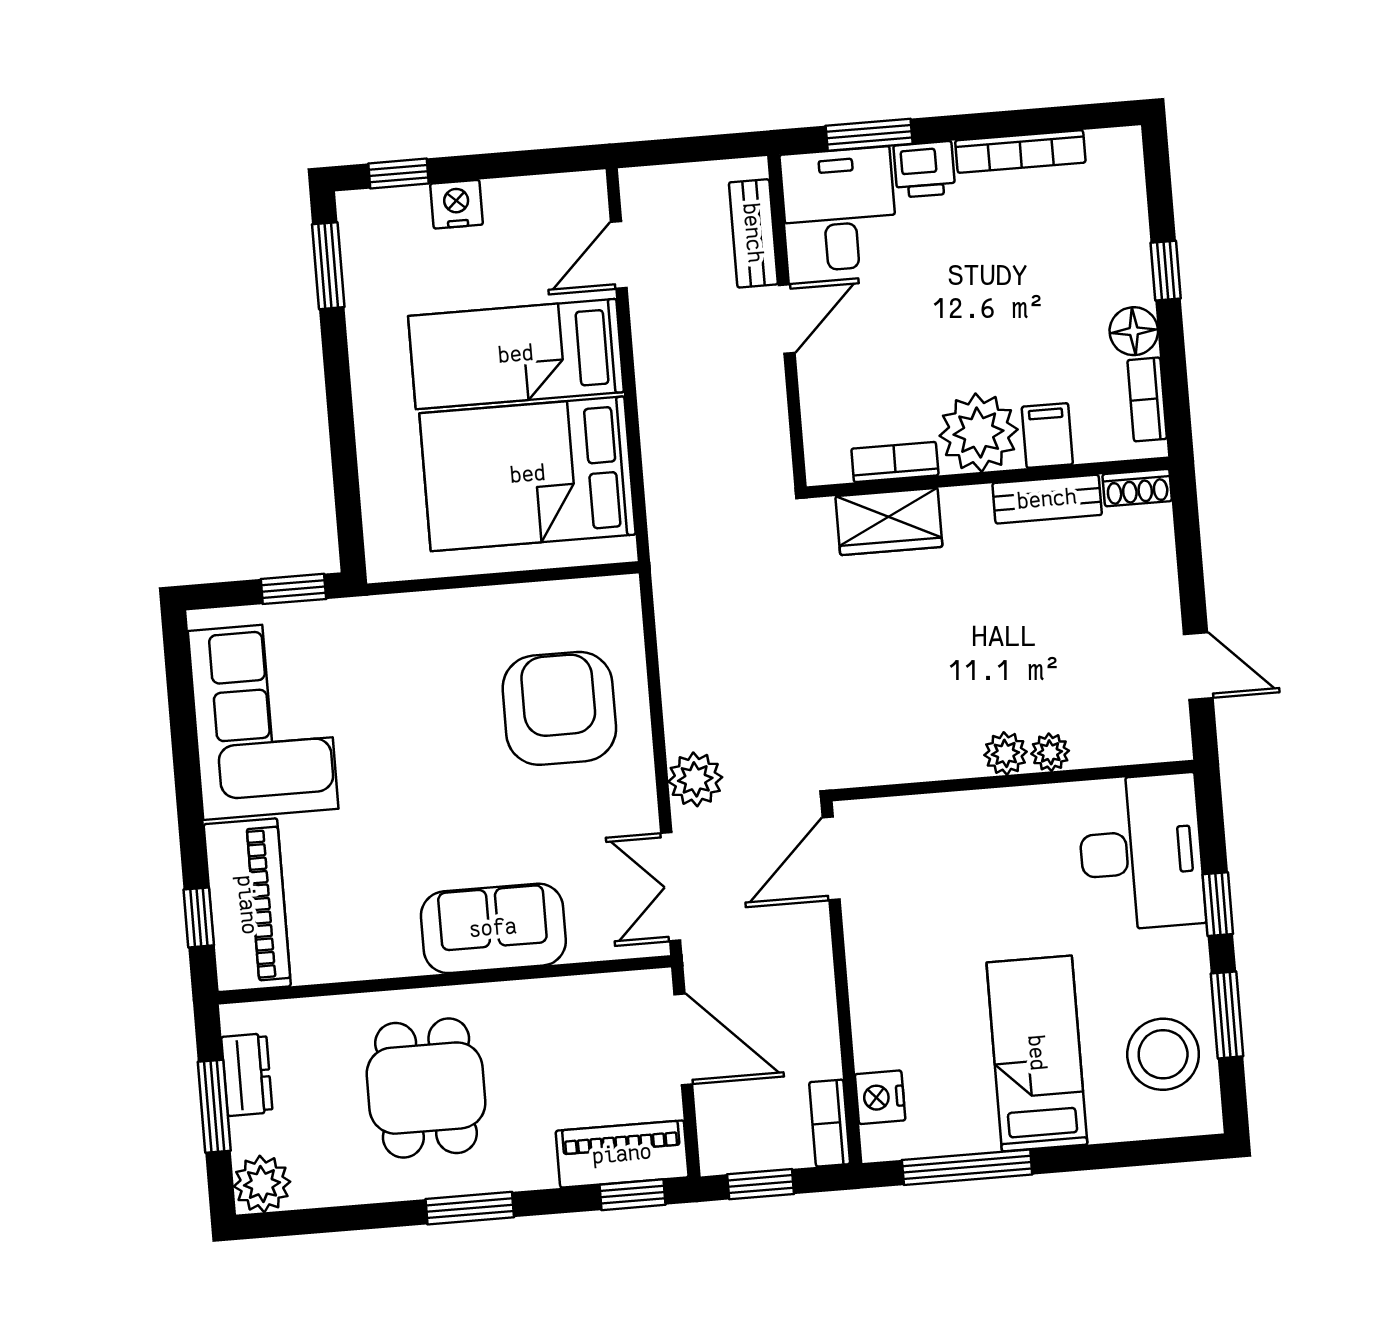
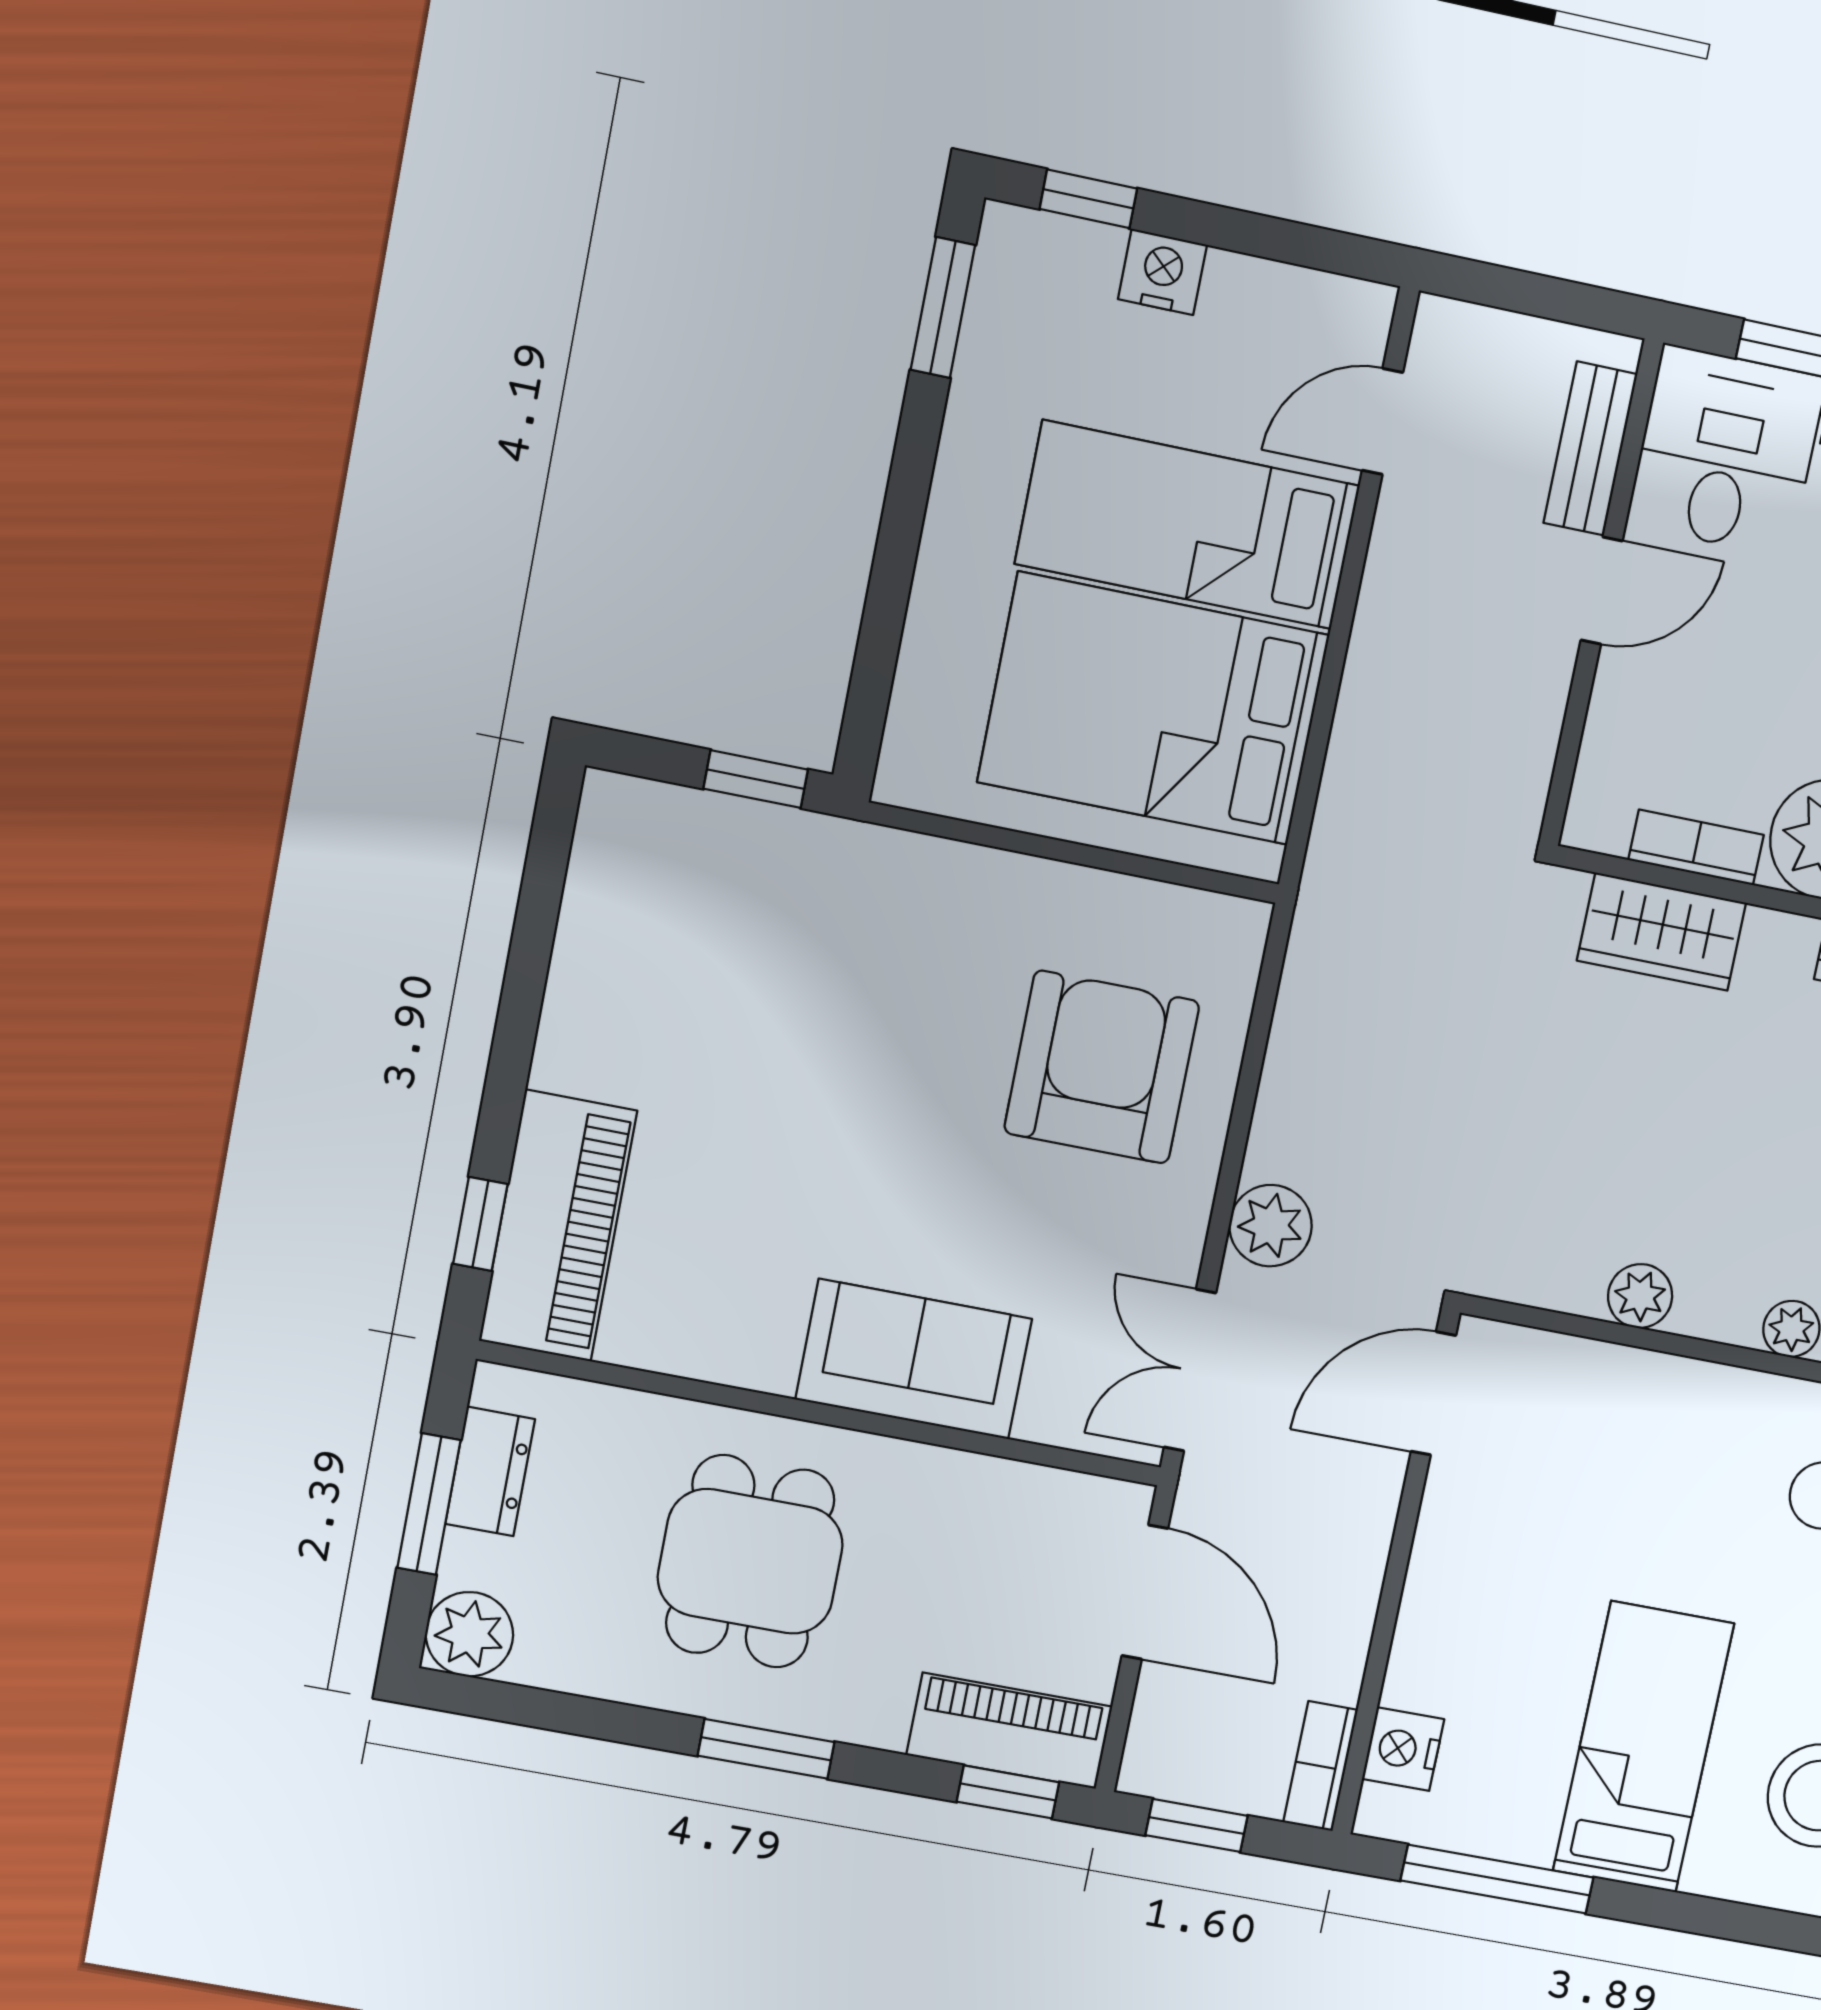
corner sofa: (263, 720) -> (657, 960), removed
plant: (1005, 753) -> (1640, 1296), moved

